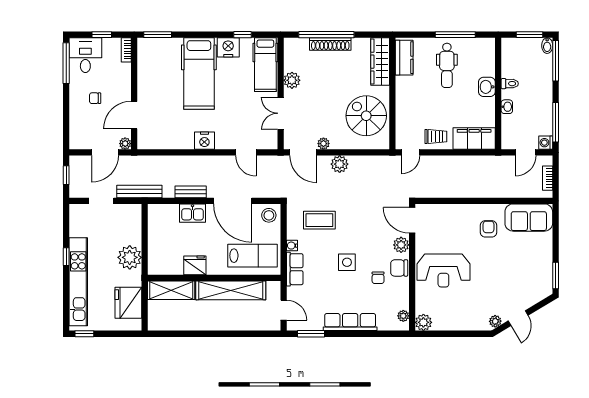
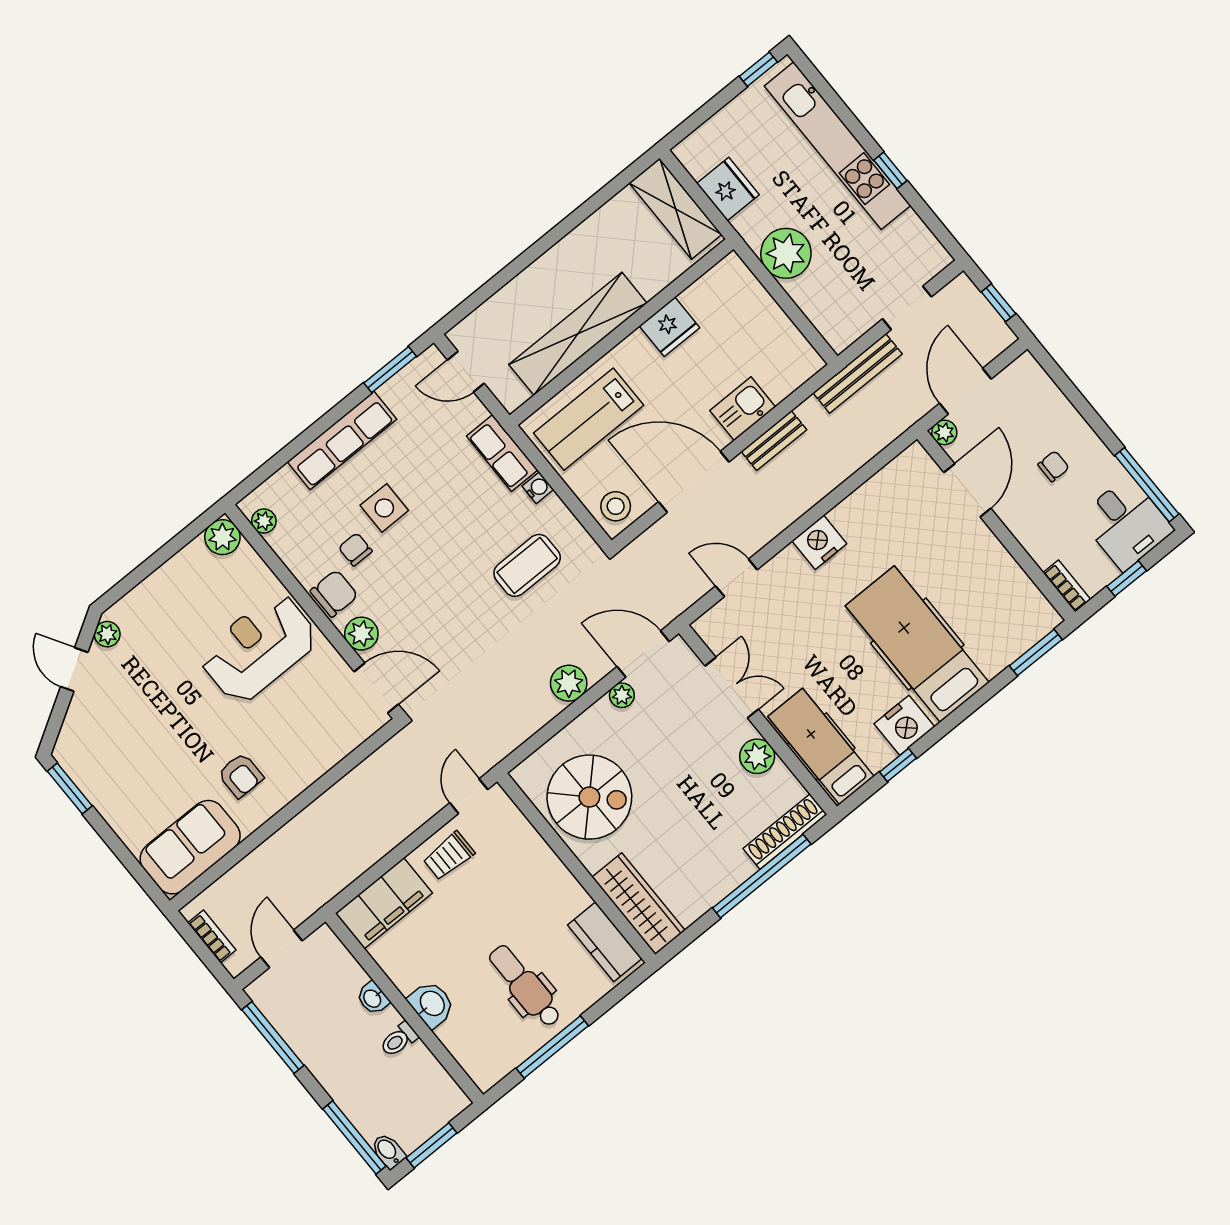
shoe rack: (330, 44) -> (785, 832), moved
washing machine: (546, 143) -> (262, 991), removed
side table: (347, 262) -> (384, 508), moved
shelving: (171, 290) -> (675, 209), moved, turned 90
fridge: (128, 303) -> (728, 189), width x0.73, depth x0.75

